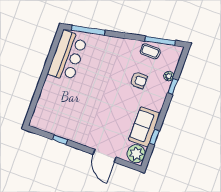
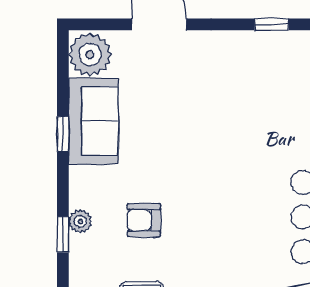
plant: (169, 76) -> (80, 221), moved
window: (154, 137) -> (63, 134), moved

